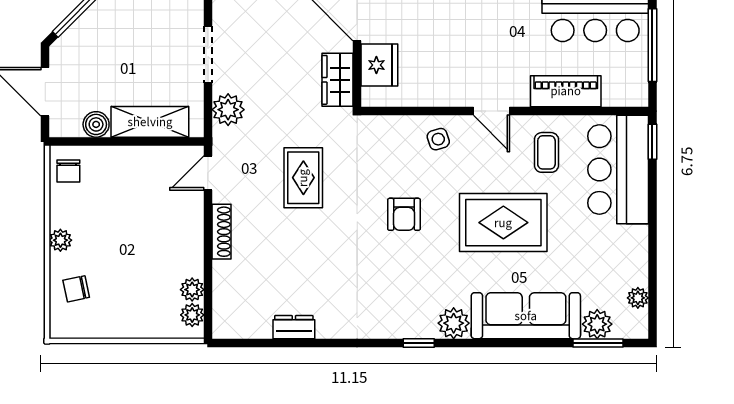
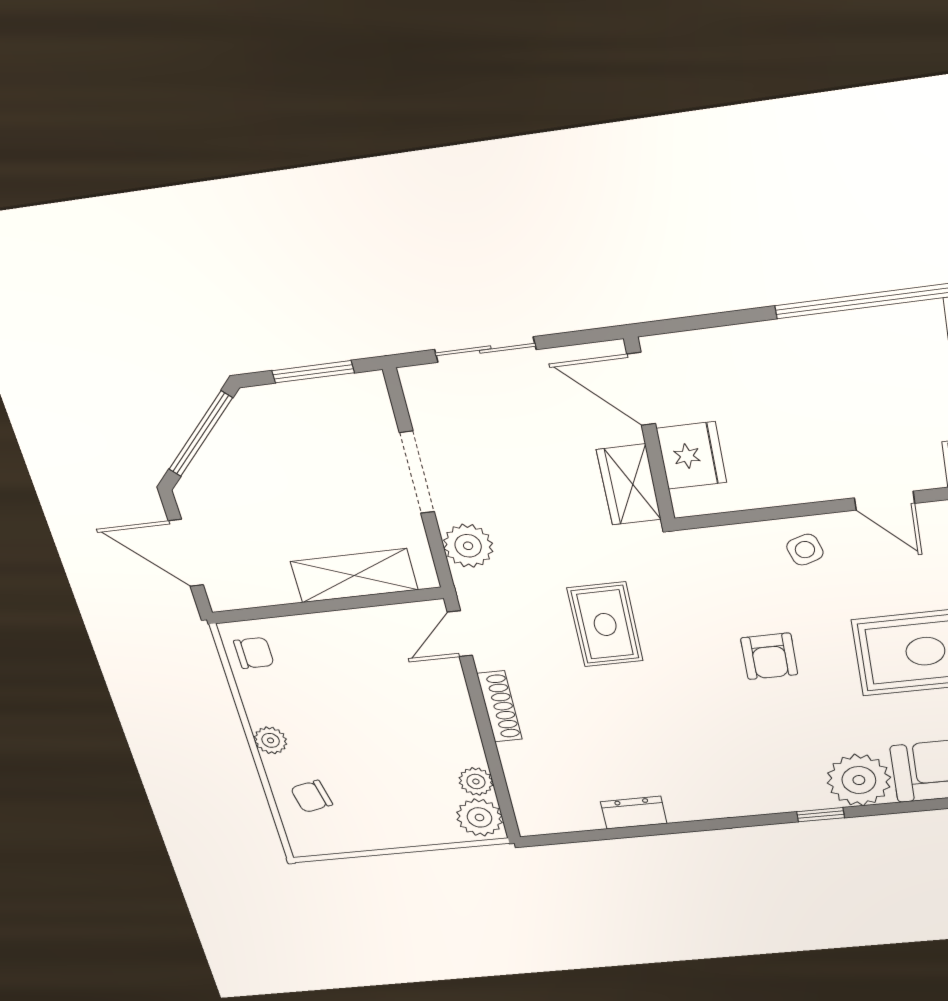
boiler: (96, 124) -> (275, 588), removed
chair: (68, 171) -> (254, 653), turned -90
plant: (192, 315) -> (479, 817), width x1.38, depth x1.38
plant: (454, 323) -> (859, 780), width x1.36, depth x1.36

